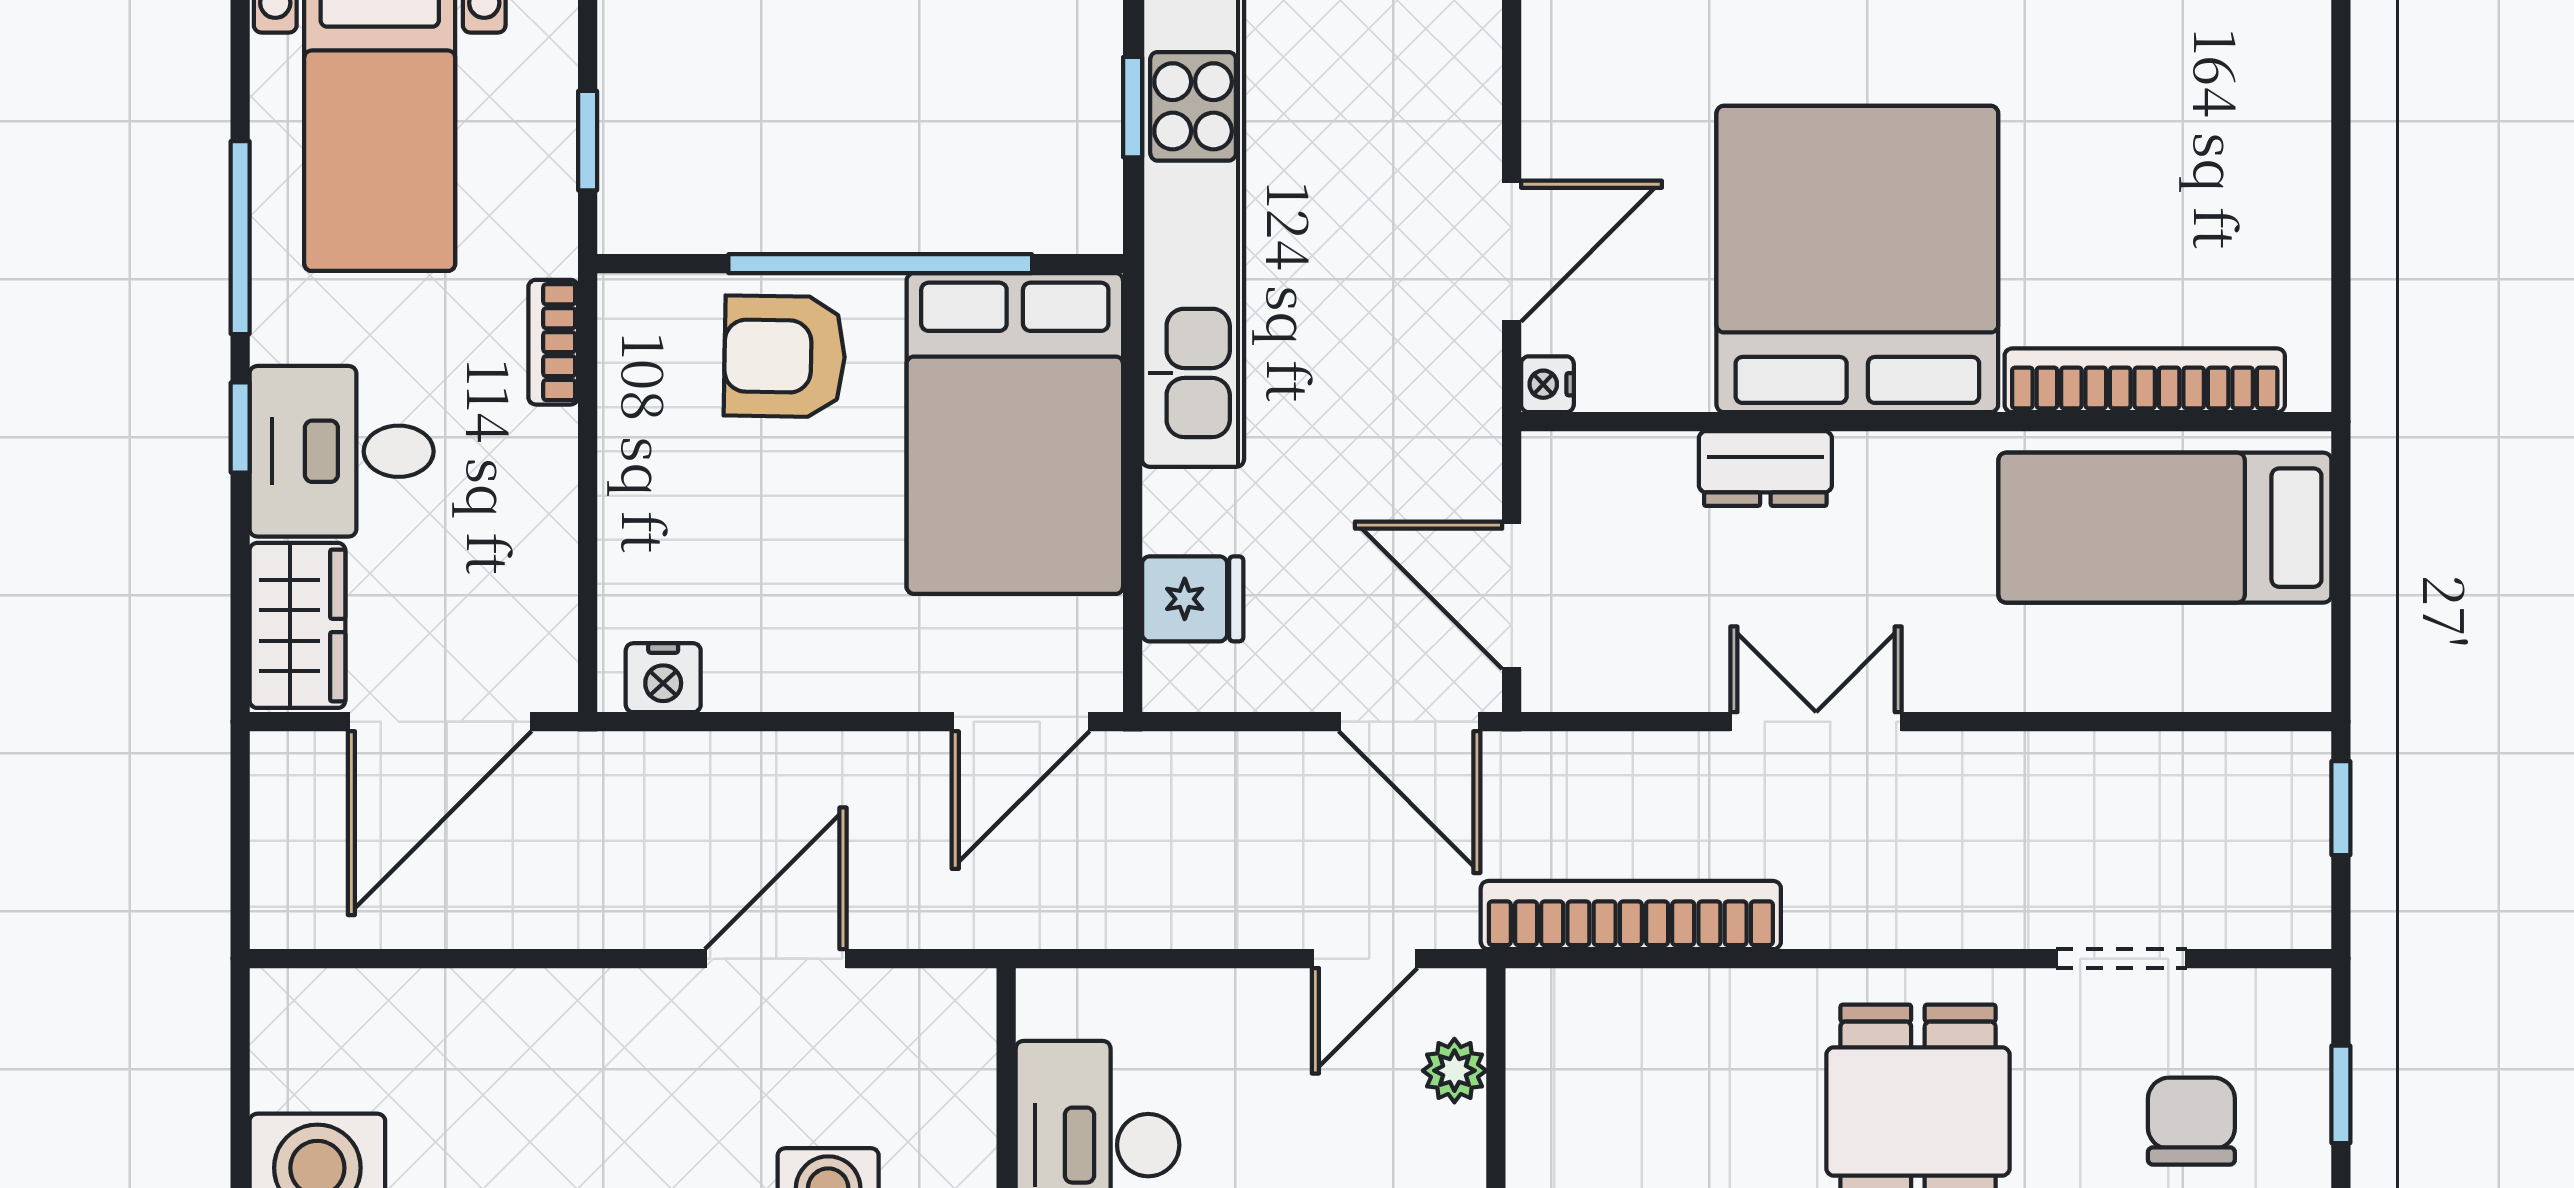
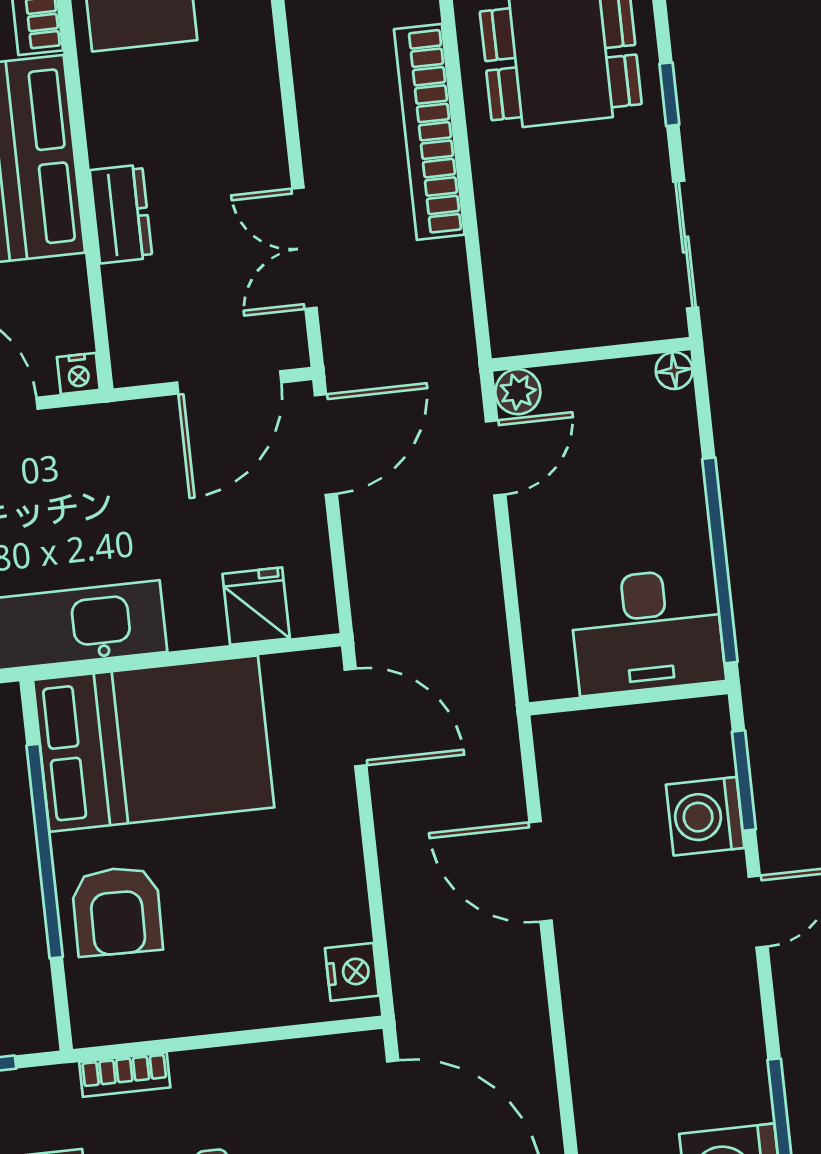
double door: (1816, 722) -> (305, 248), moved
bookcase: (1631, 915) -> (429, 132), moved
door: (1365, 959) -> (496, 458), hinge flipped
plant: (1454, 1071) -> (518, 392), moved

